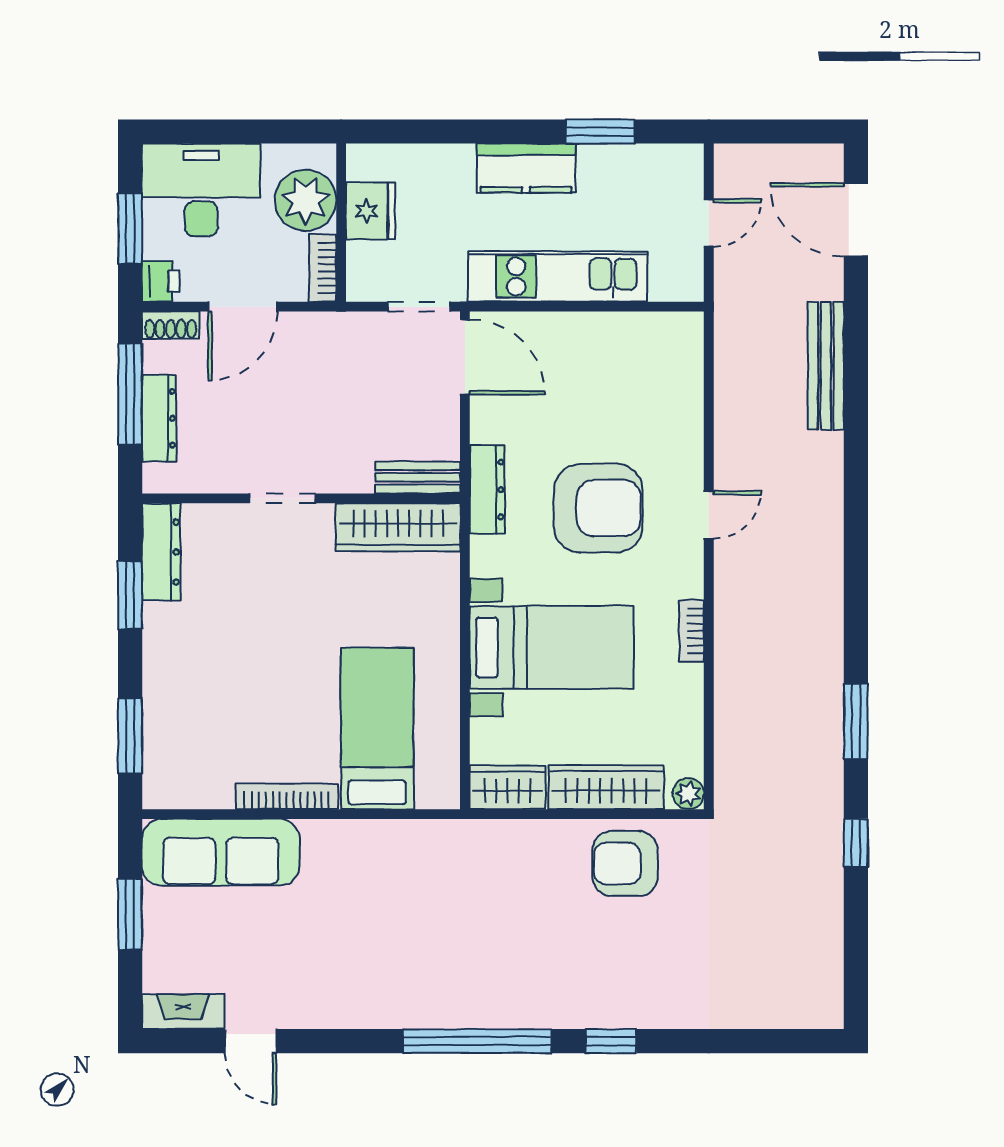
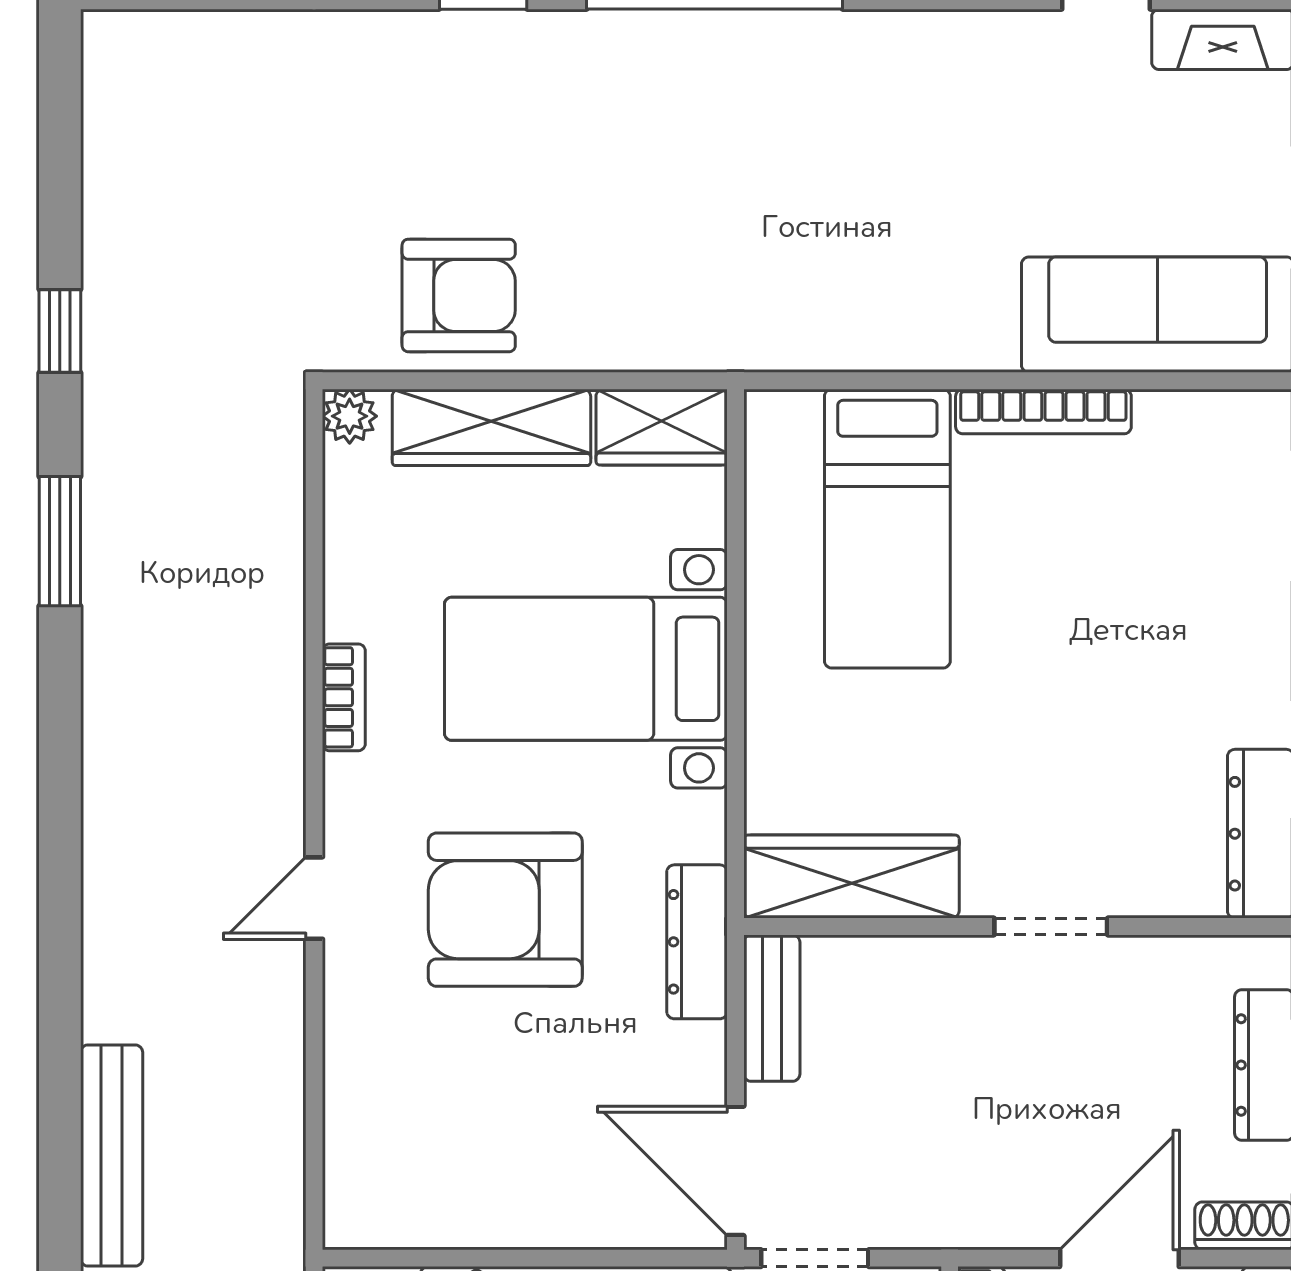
bench: (418, 477) -> (772, 1008), moved, turned 90

